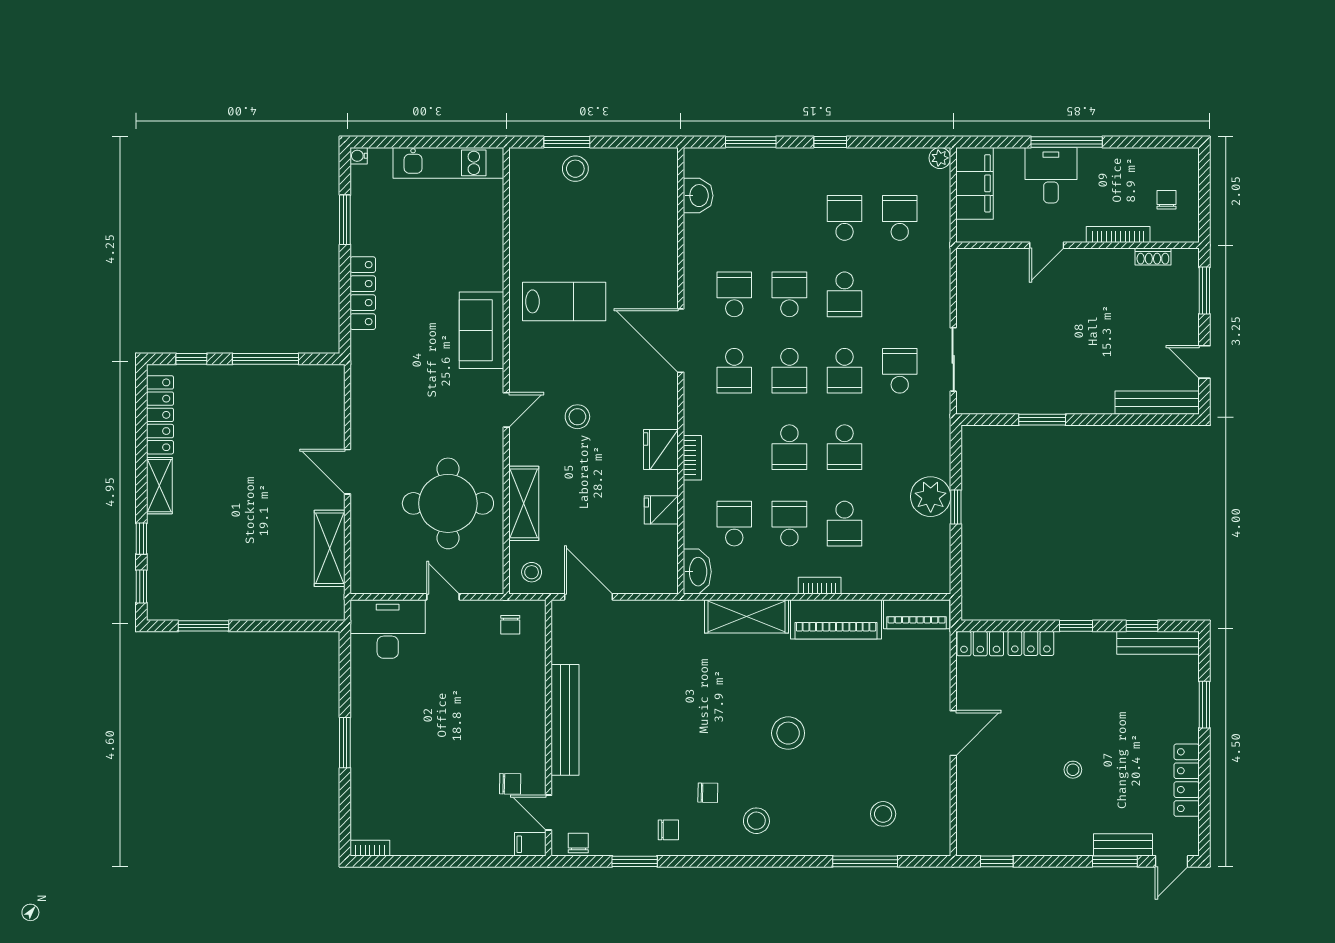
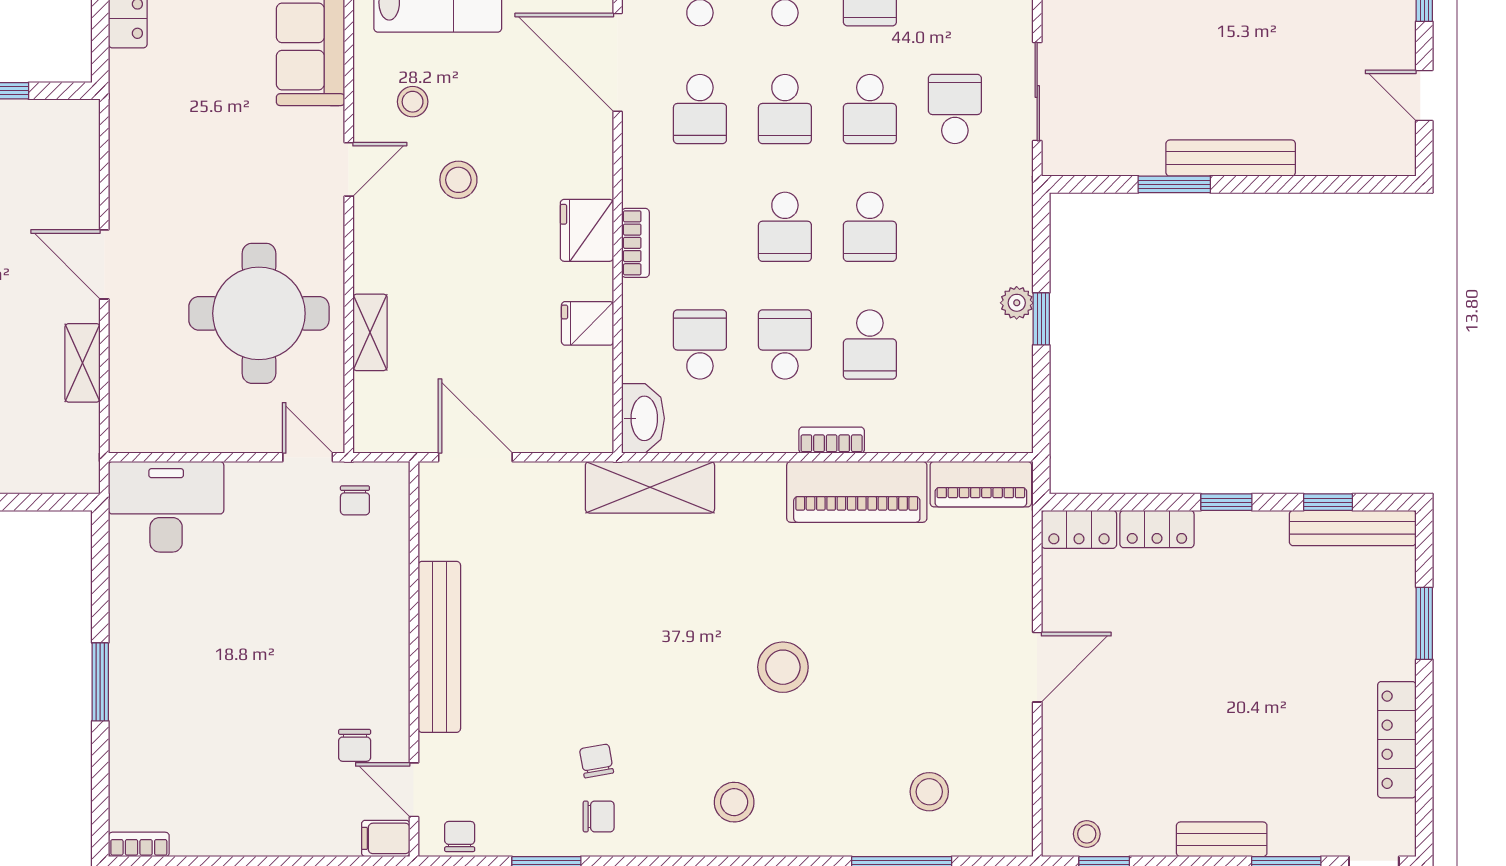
bench: (1157, 403) -> (1231, 158), moved
plant: (931, 497) -> (1017, 303), width x0.53, depth x0.53
shelving: (524, 503) -> (370, 332), width x0.67, depth x0.75
shelving: (330, 548) -> (83, 363), width x0.67, depth x0.75
stool: (532, 572) -> (413, 102), moved
door: (443, 597) -> (308, 457), moved
shelving: (747, 616) -> (650, 487), moved
stool: (1073, 770) -> (1087, 834), moved
chair: (510, 784) -> (355, 745), turned 89
chair: (708, 793) -> (597, 761), moved, turned -101
bench: (1123, 845) -> (1222, 839), moved

